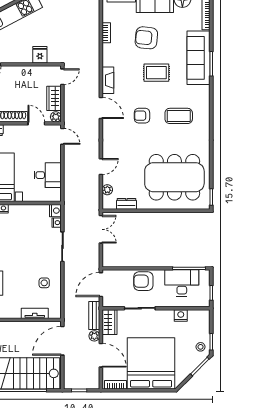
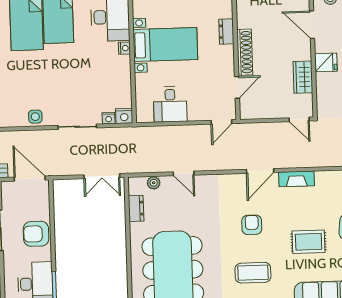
fridge: (40, 55) -> (326, 62), moved
rug: (156, 73) -> (309, 242), turned 90
wardrobe: (54, 98) -> (303, 77), moved, turned -90
coffee table: (179, 116) -> (253, 273), turned 90
plant: (56, 117) -> (246, 112), removed
armchair: (143, 281) -> (36, 234), turned -90
side table: (44, 283) -> (35, 117), moved

